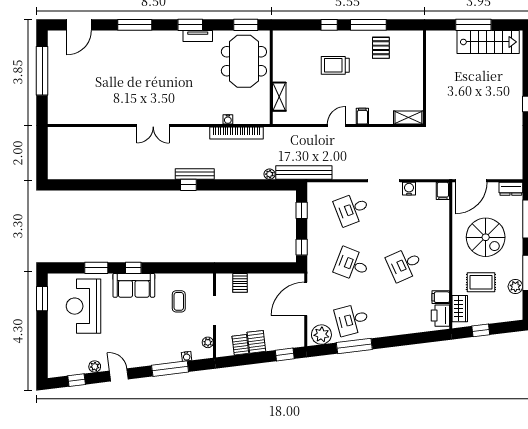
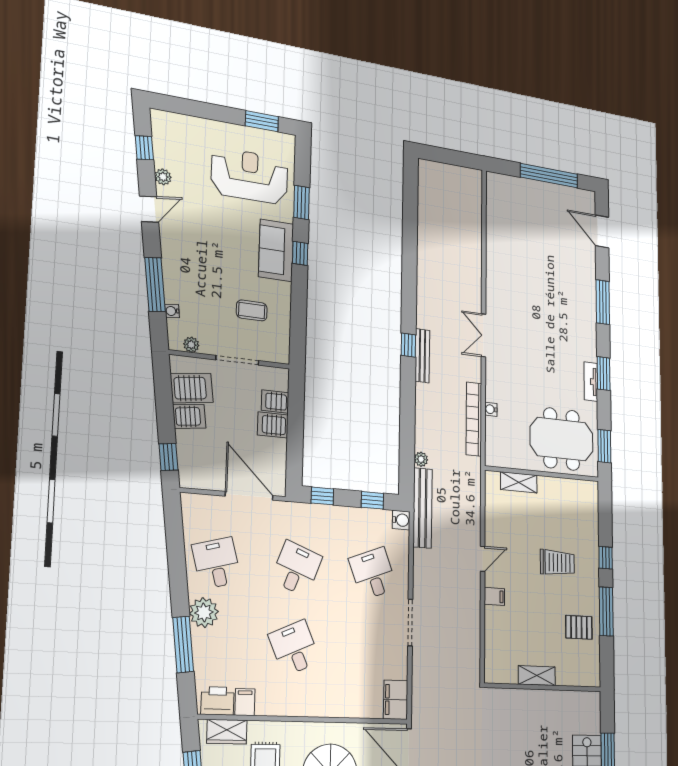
trolley: (335, 65) -> (557, 563), turned 90
shelving: (408, 118) -> (537, 676), moved, turned 90
double door: (153, 126) -> (483, 335), moved
door: (336, 126) -> (483, 559), hinge flipped
water cooler: (409, 189) -> (401, 520), moved
filing cabinet: (443, 191) -> (396, 700), width x2.00
server rack: (256, 284) -> (273, 425), added
plant: (321, 335) -> (204, 612), moved
server rack: (240, 345) -> (192, 388), width x1.36, depth x1.44
window: (354, 346) -> (183, 644), moved

